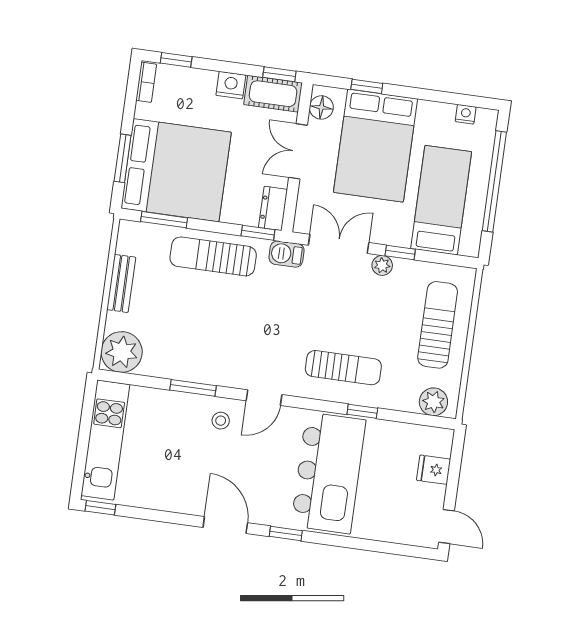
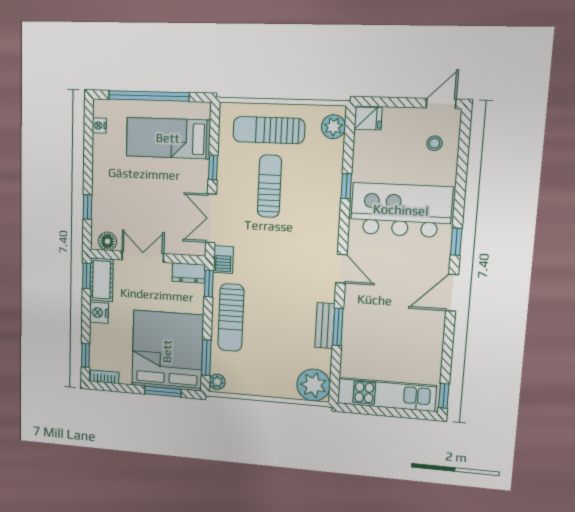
bed: (375, 146) -> (131, 196), removed
double door: (298, 151) -> (143, 257), swing flipped
plant: (382, 265) -> (217, 382), moved
bench: (121, 283) -> (325, 326), moved, turned 90
sun lounger: (343, 368) -> (269, 186), moved
stool: (221, 421) -> (435, 143), moved
fridge: (434, 470) -> (368, 118), moved, turned -90

